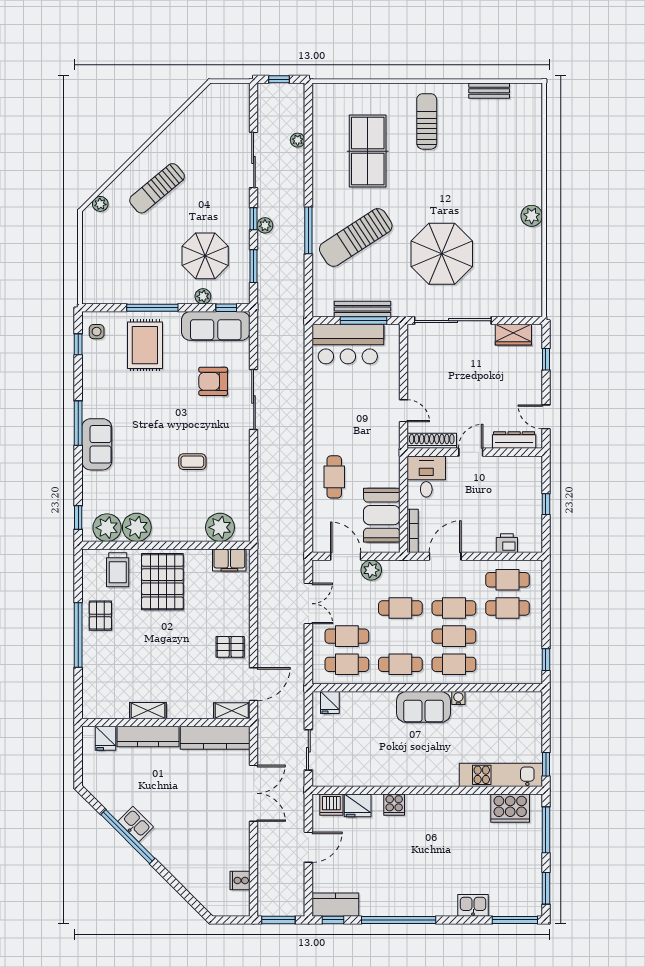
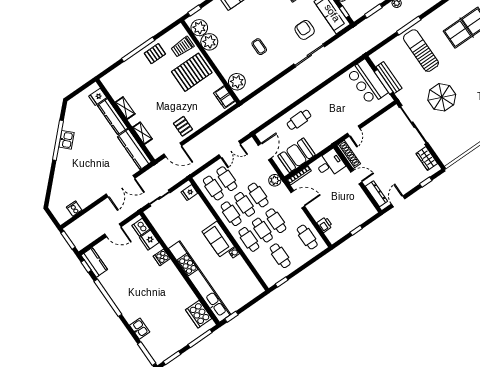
sun lounger: (356, 237) -> (421, 51), turned 33
parasol: (442, 254) -> (442, 97), width x0.73, depth x0.73
plant: (371, 570) -> (275, 180), moved
cafe table: (508, 608) -> (280, 256), moved
cafe table: (400, 636) -> (245, 204), added
shelving: (232, 711) -> (142, 133), moved
kitchen unit: (501, 775) -> (200, 281), width x1.86

